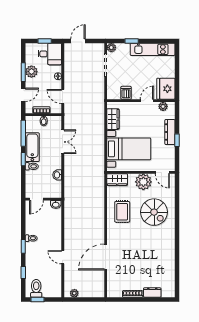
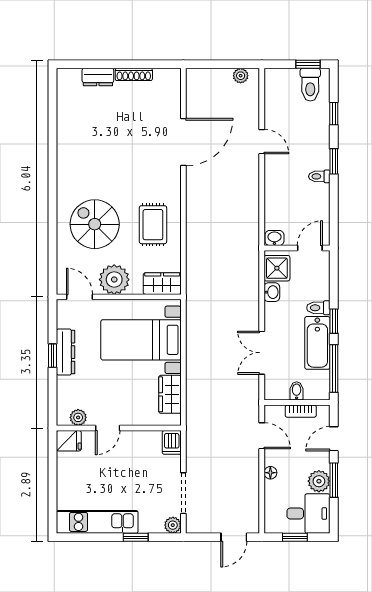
desk: (50, 54) -> (308, 514), moved, turned 180
fridge: (166, 89) -> (69, 441), width x0.53, depth x0.75
dishwasher: (126, 93) -> (172, 442), moved
dresser: (170, 132) -> (66, 352), moved
shower: (54, 188) -> (277, 268), added

